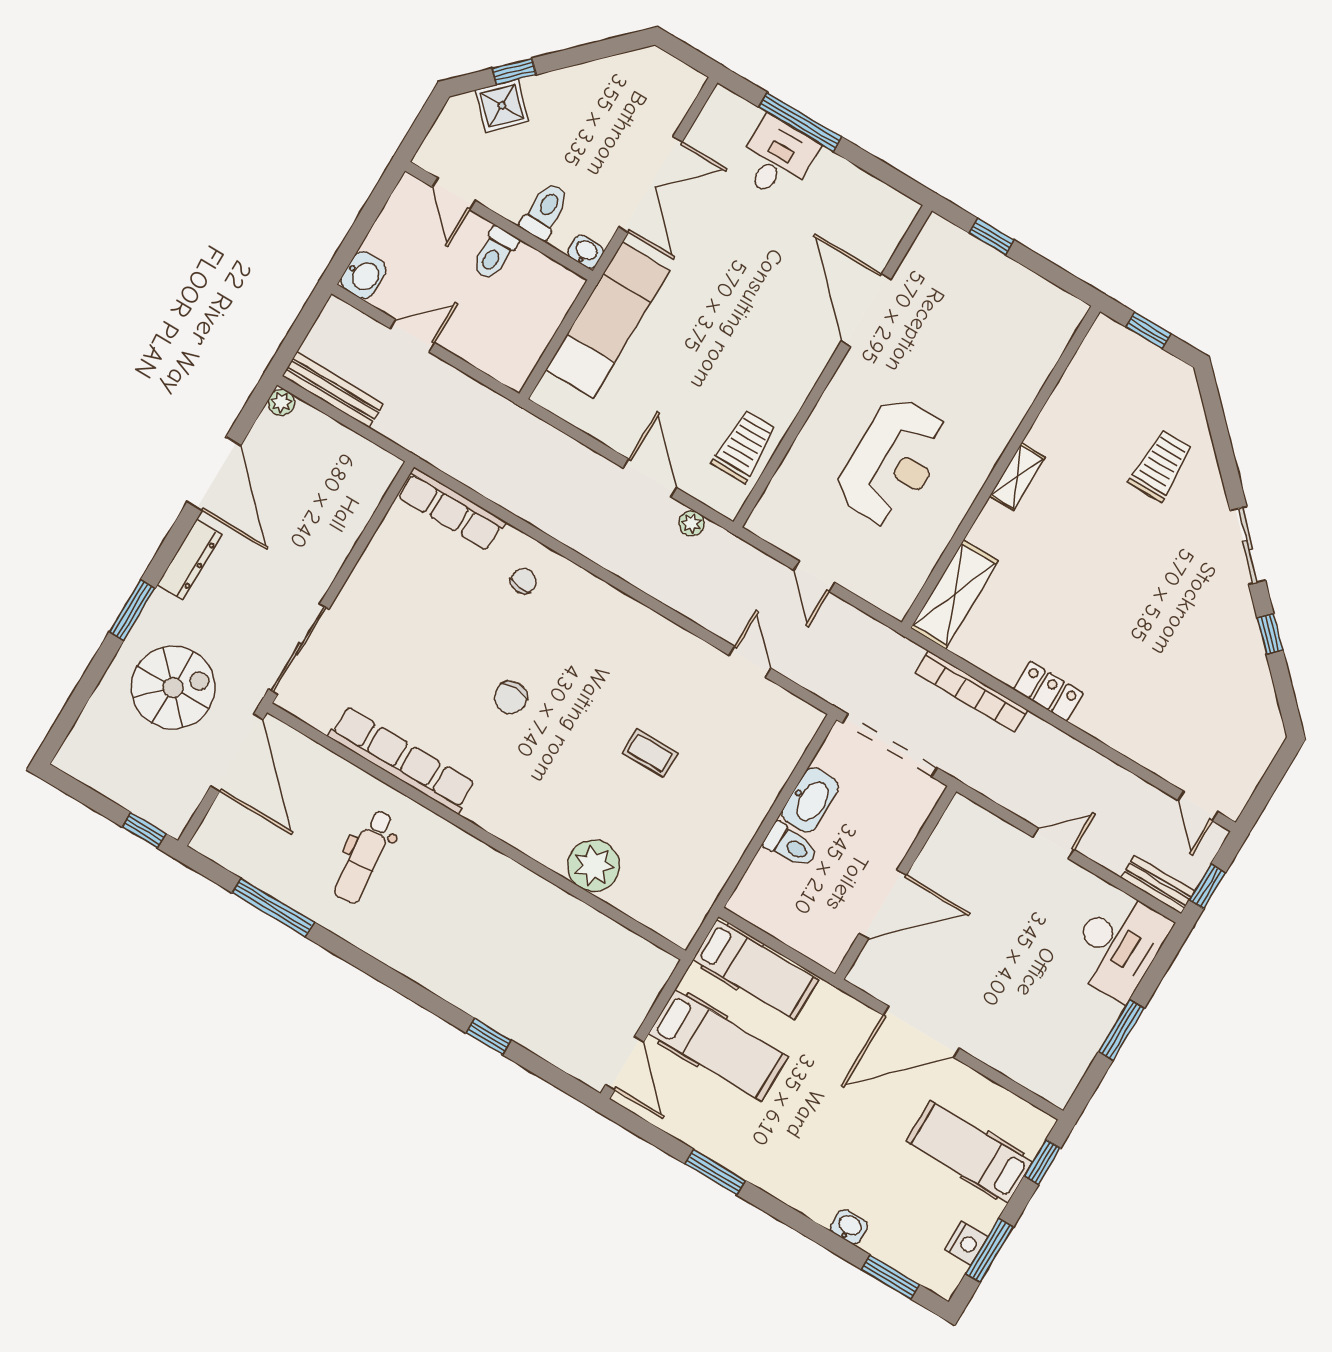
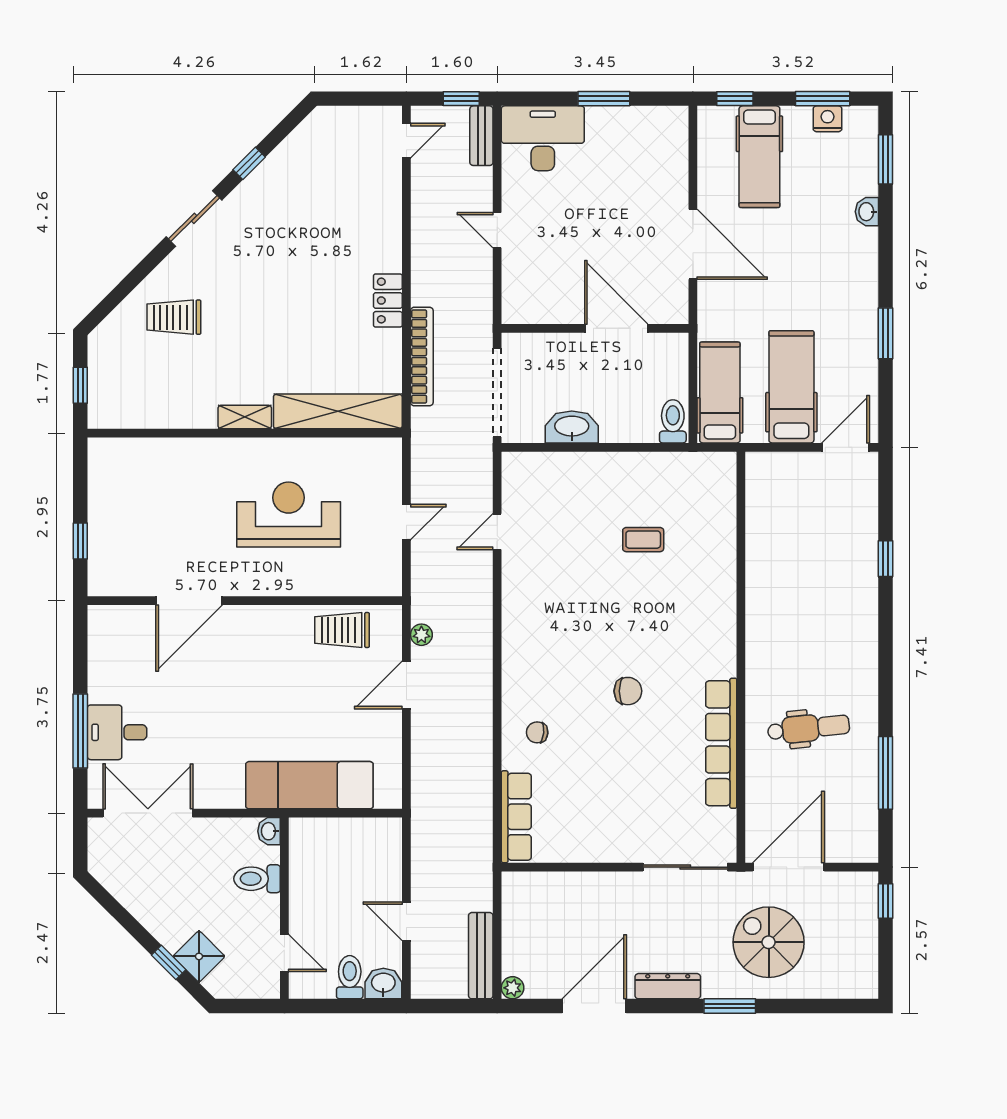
double door: (651, 184) -> (148, 813), moved
door: (454, 194) -> (284, 953), hinge flipped
toilet: (494, 254) -> (350, 977), moved, turned -90
shelving: (954, 594) -> (338, 411), width x1.47
coffee table: (650, 753) -> (643, 540), moved, turned 90
toilet: (791, 845) -> (673, 421), moved
plant: (594, 866) -> (715, 557), removed

